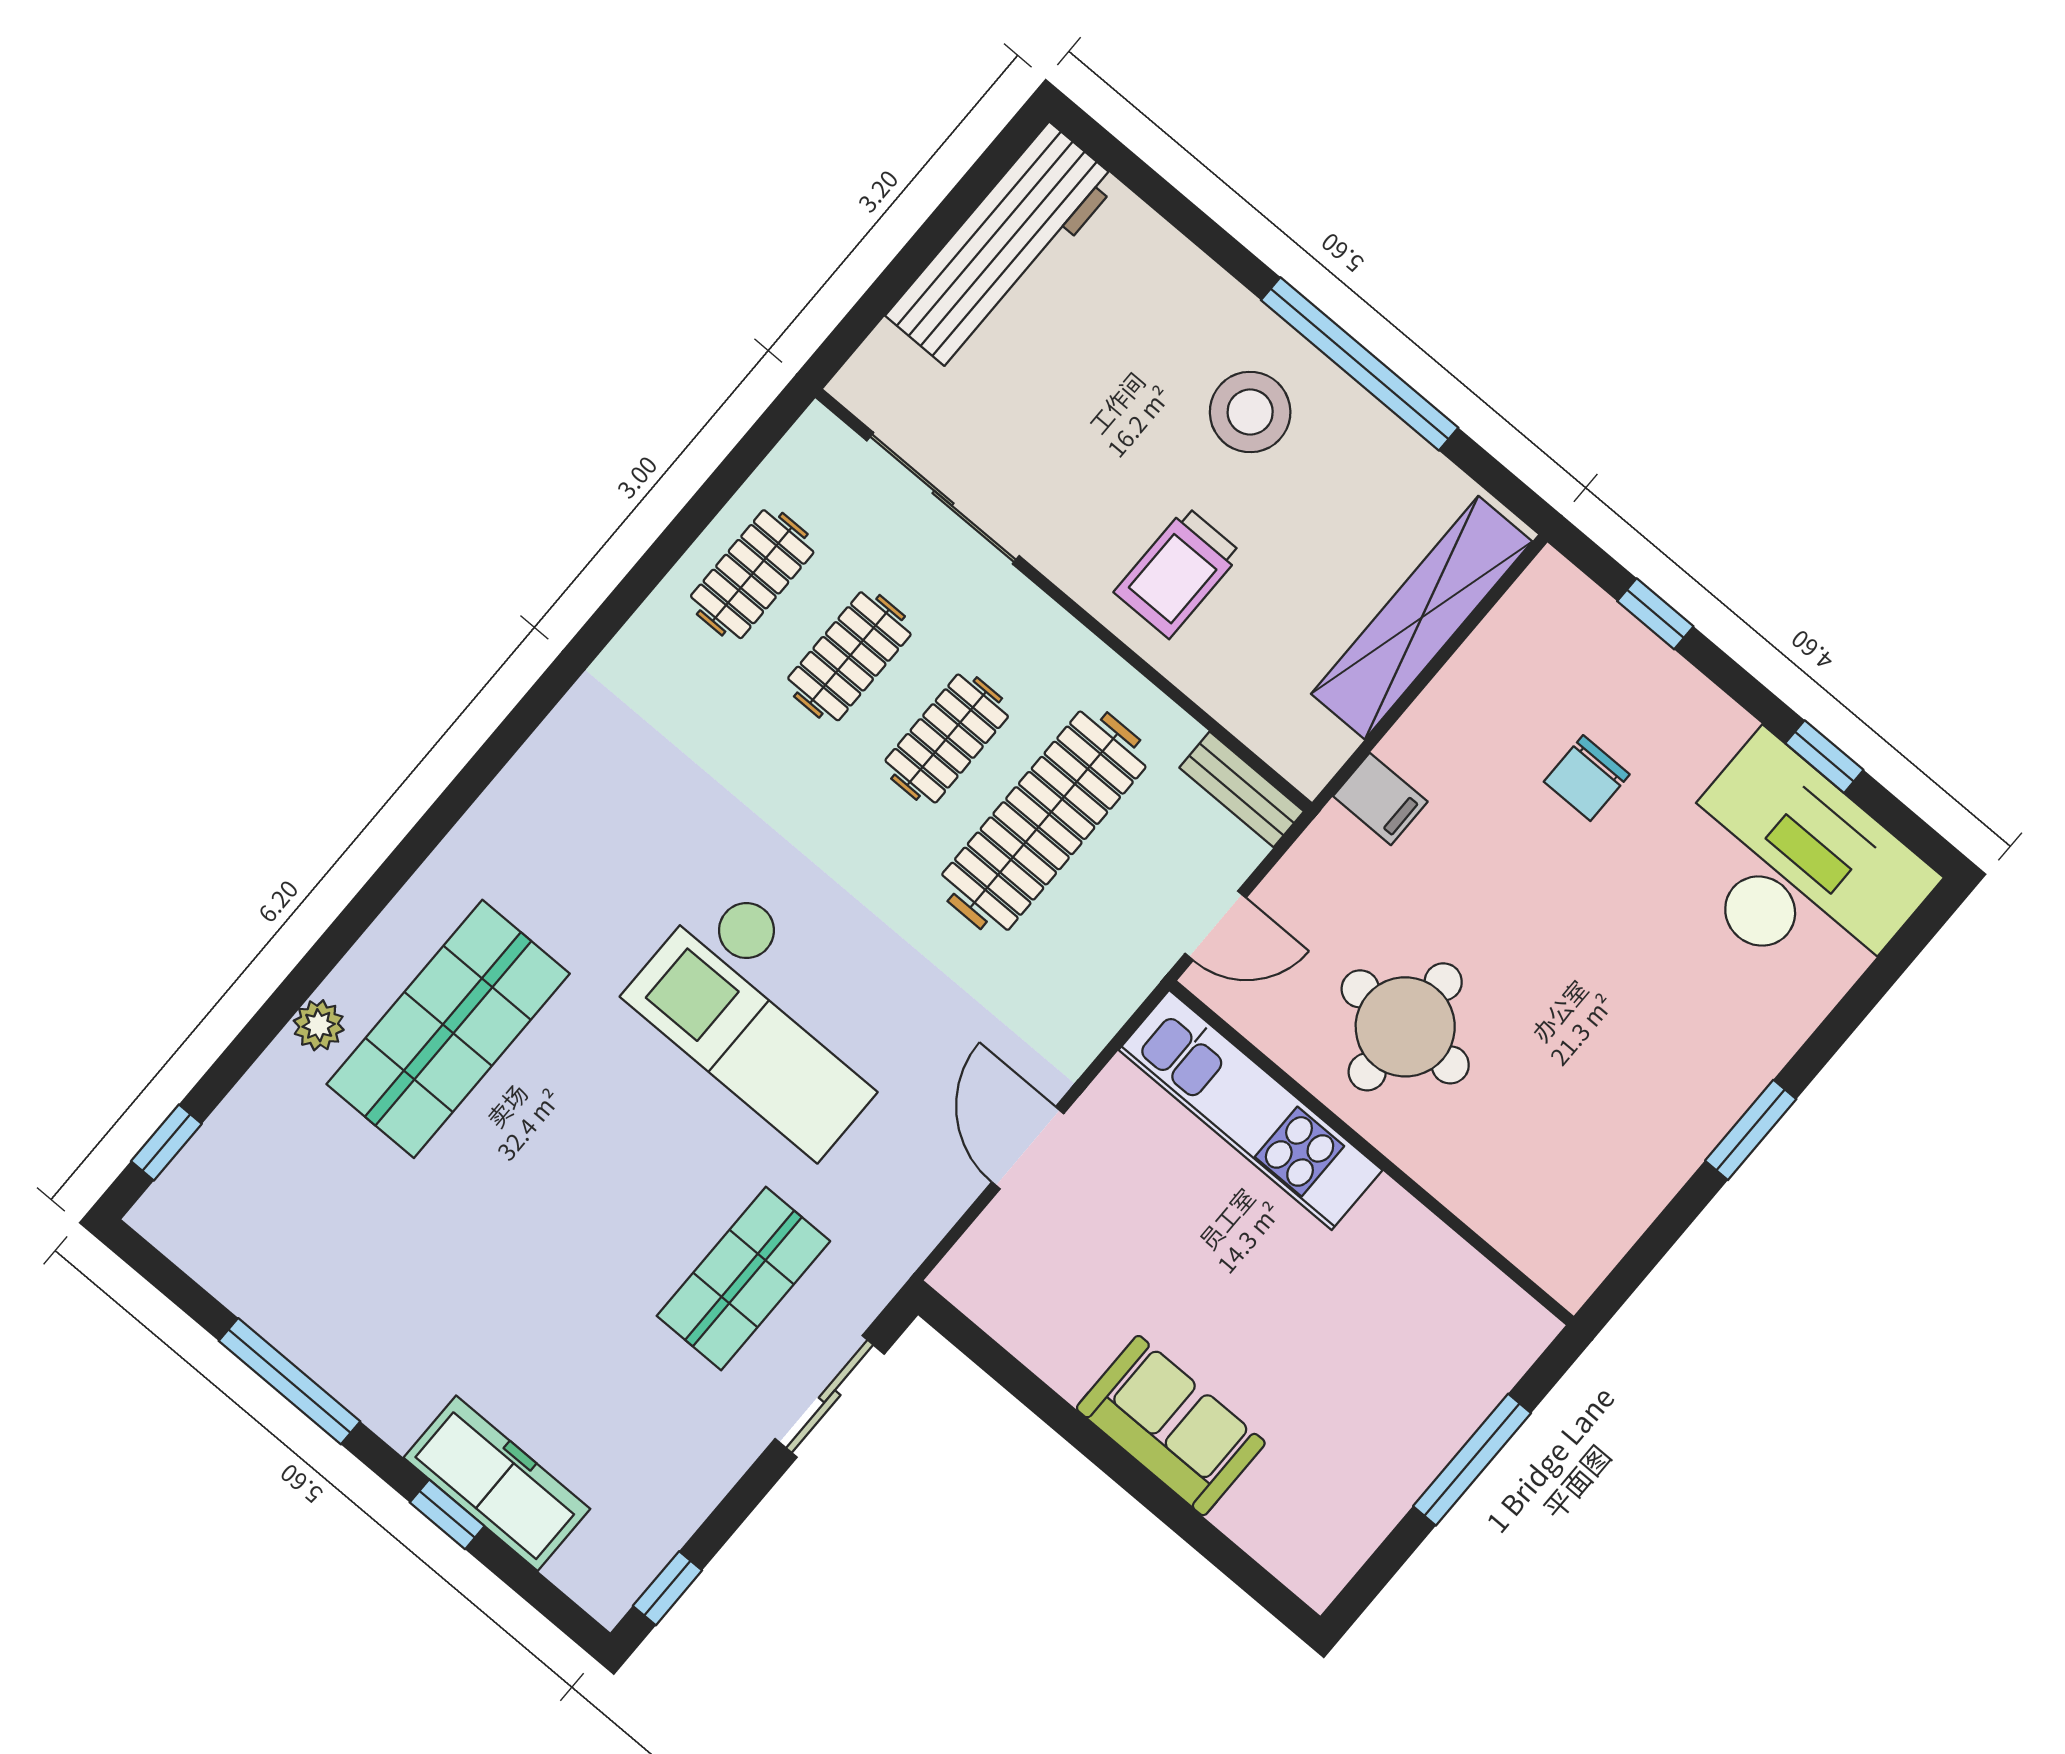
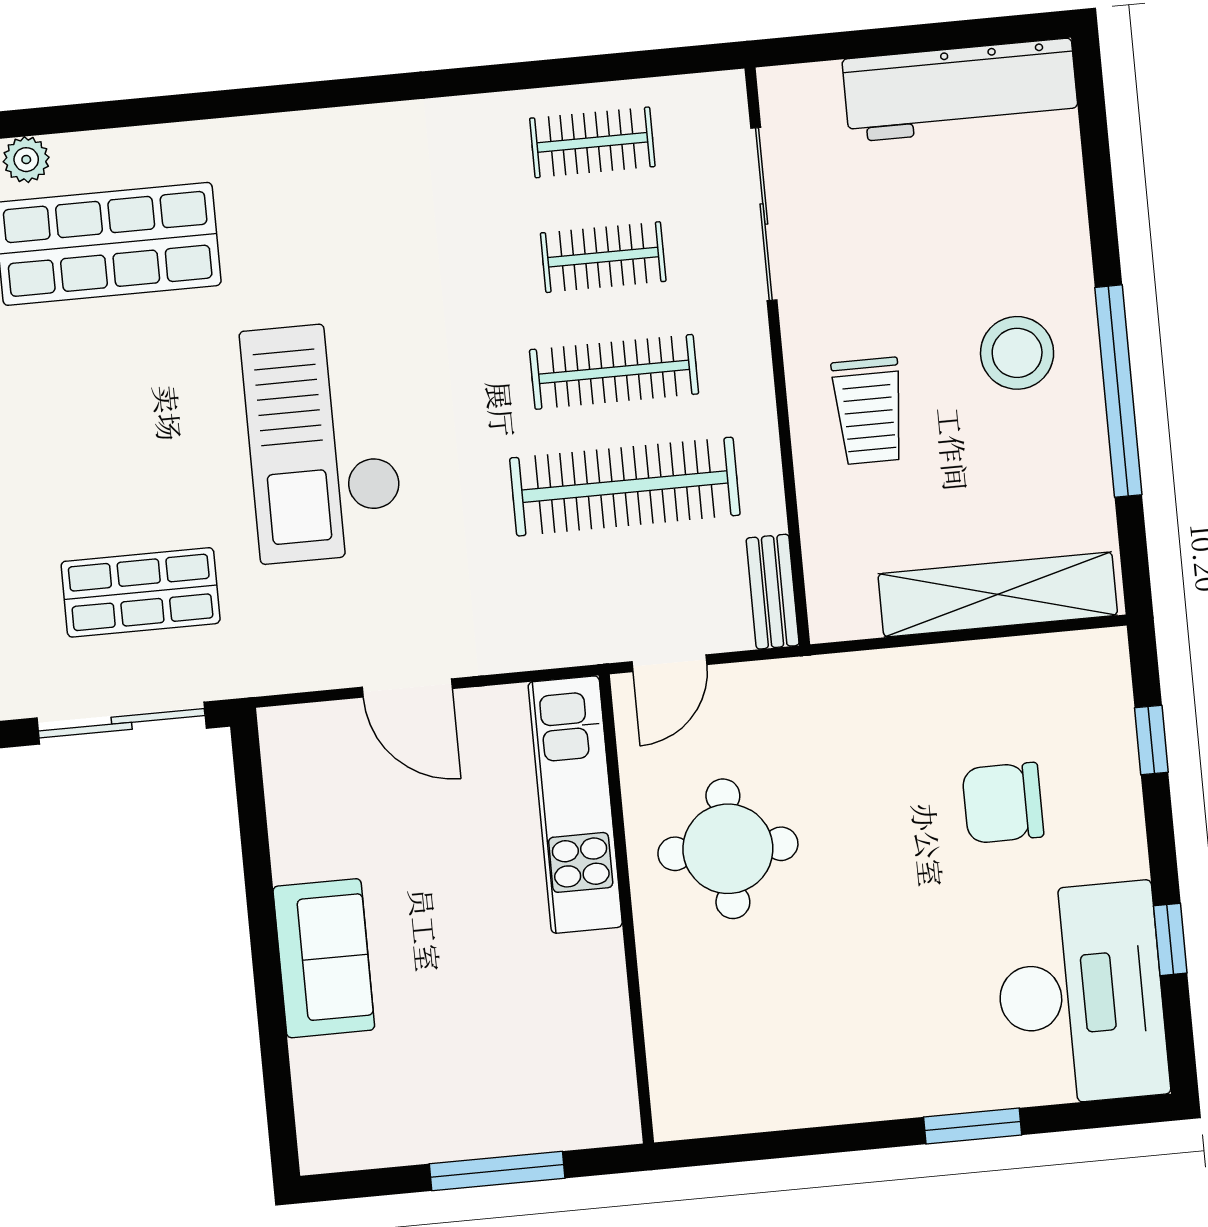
trolley: (1178, 573) -> (869, 411), turned -90
clothes rail: (947, 738) -> (614, 372), width x1.36
chair: (1587, 778) -> (1003, 803), width x1.37, depth x1.37
filing cabinet: (1380, 799) -> (856, 686), removed
door: (1216, 926) -> (669, 663), hinge flipped
window: (1751, 1130) -> (973, 1126), moved
door: (1028, 1148) -> (407, 688), swing flipped
sliding door: (830, 1396) -> (122, 723), width x1.37

